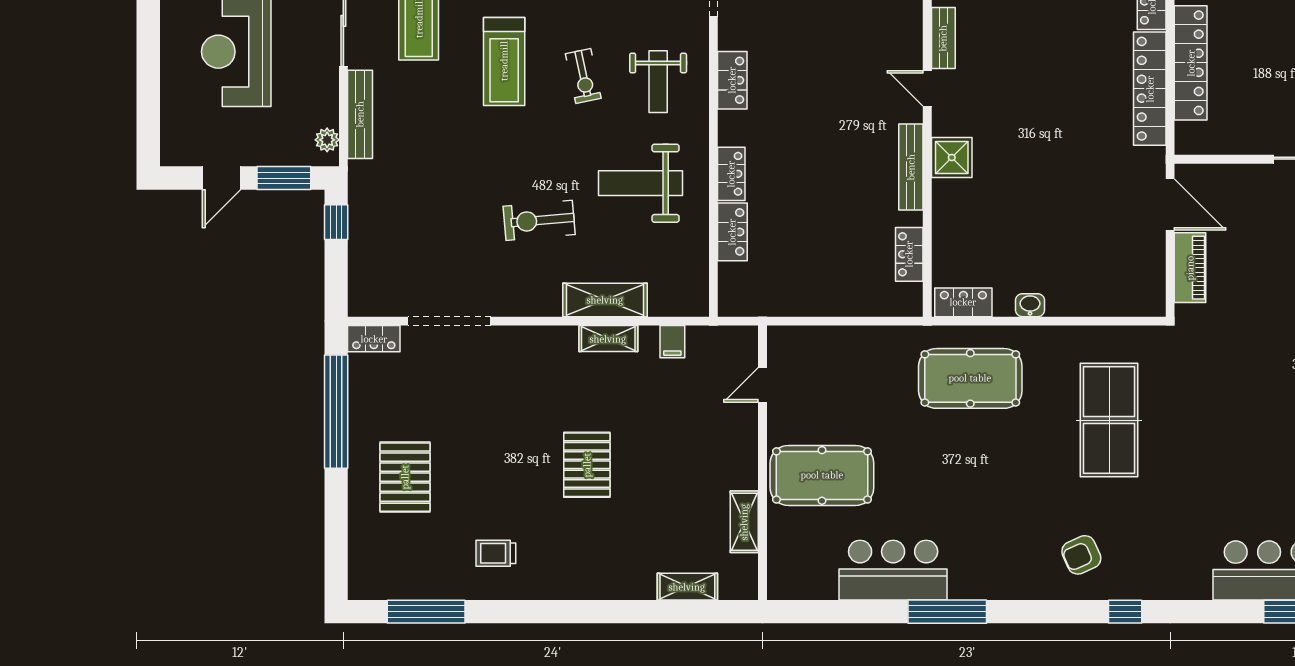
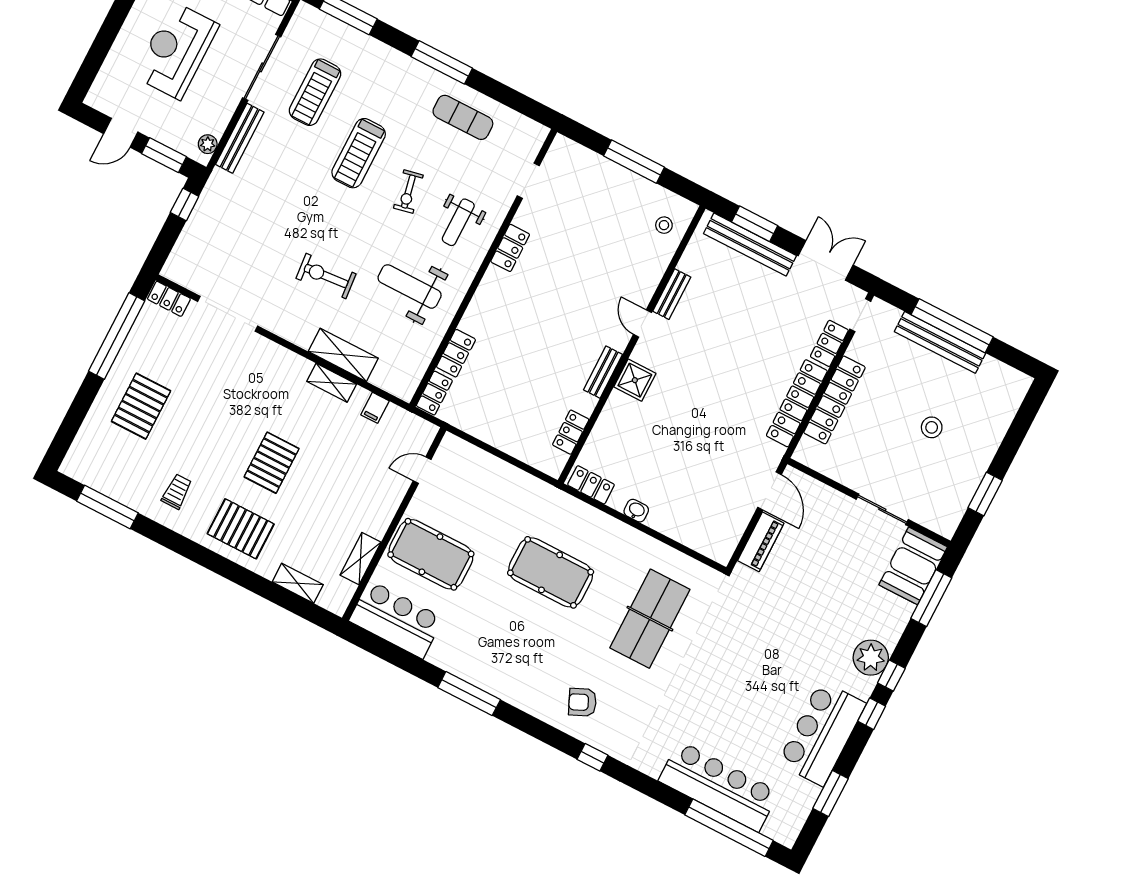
bench: (911, 167) -> (603, 372), width x0.73
locker: (731, 174) -> (434, 393), moved
pool table: (970, 378) -> (551, 572), moved
trolley: (496, 553) -> (177, 491), turned 90
pallet: (591, 558) -> (241, 529), added
bar counter: (893, 570) -> (396, 620), moved

